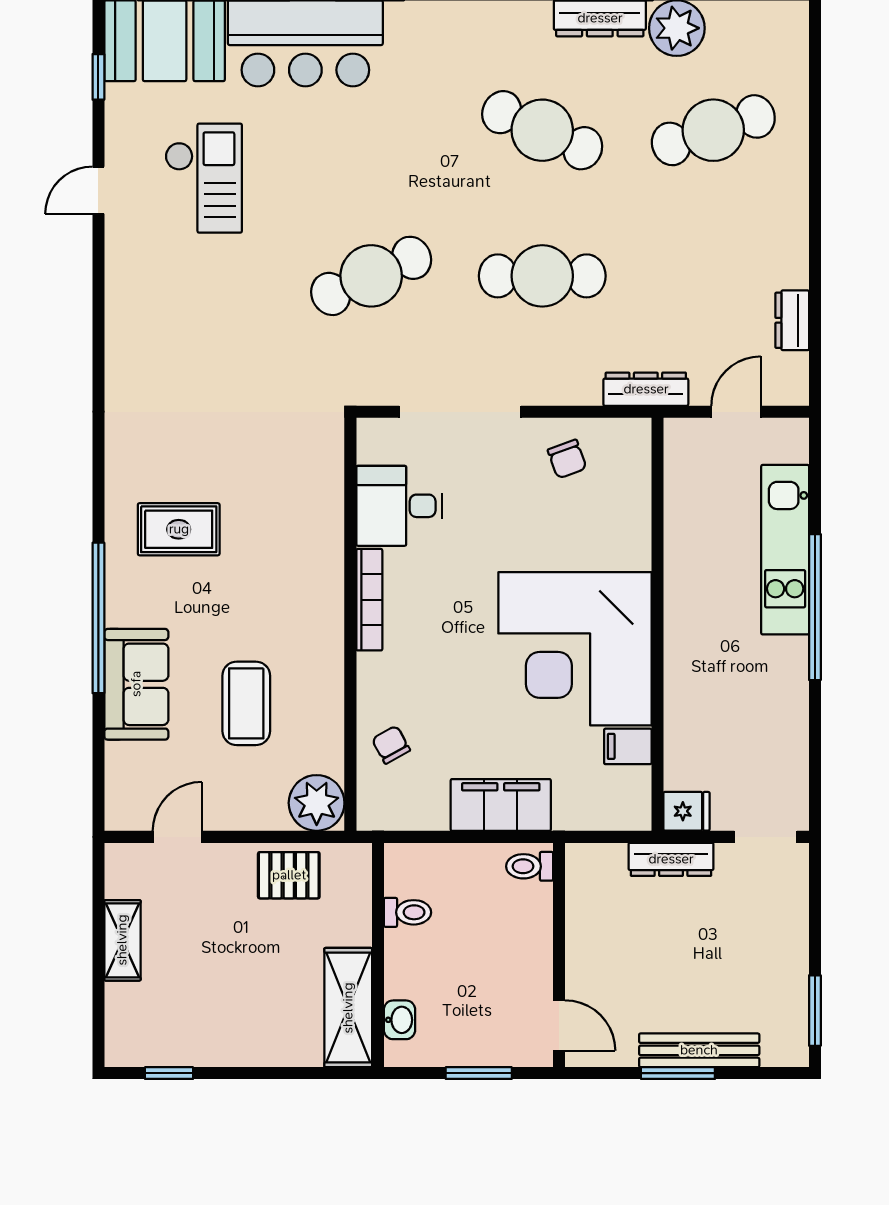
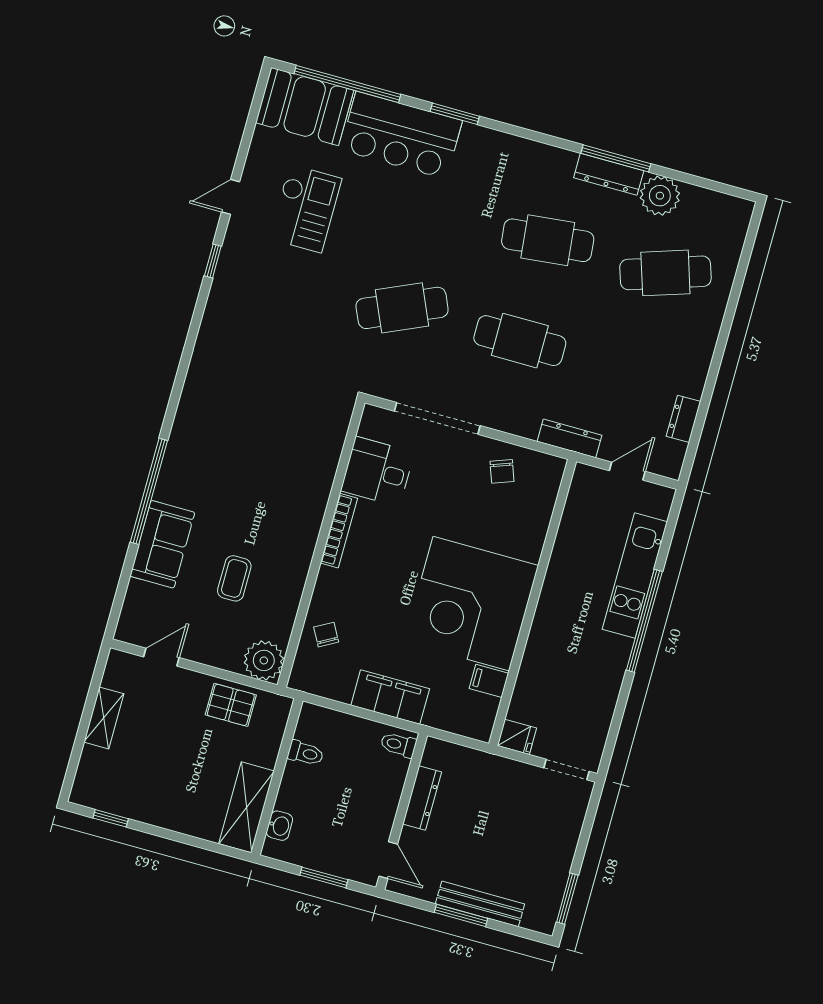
window: (98, 77) -> (213, 261), moved
cafe table: (542, 130) -> (548, 240), turned -30
rug: (179, 529) -> (221, 446), removed
coffee table: (246, 703) -> (234, 578), width x0.73, depth x0.77
dresser: (671, 859) -> (422, 798), moved, turned -90

